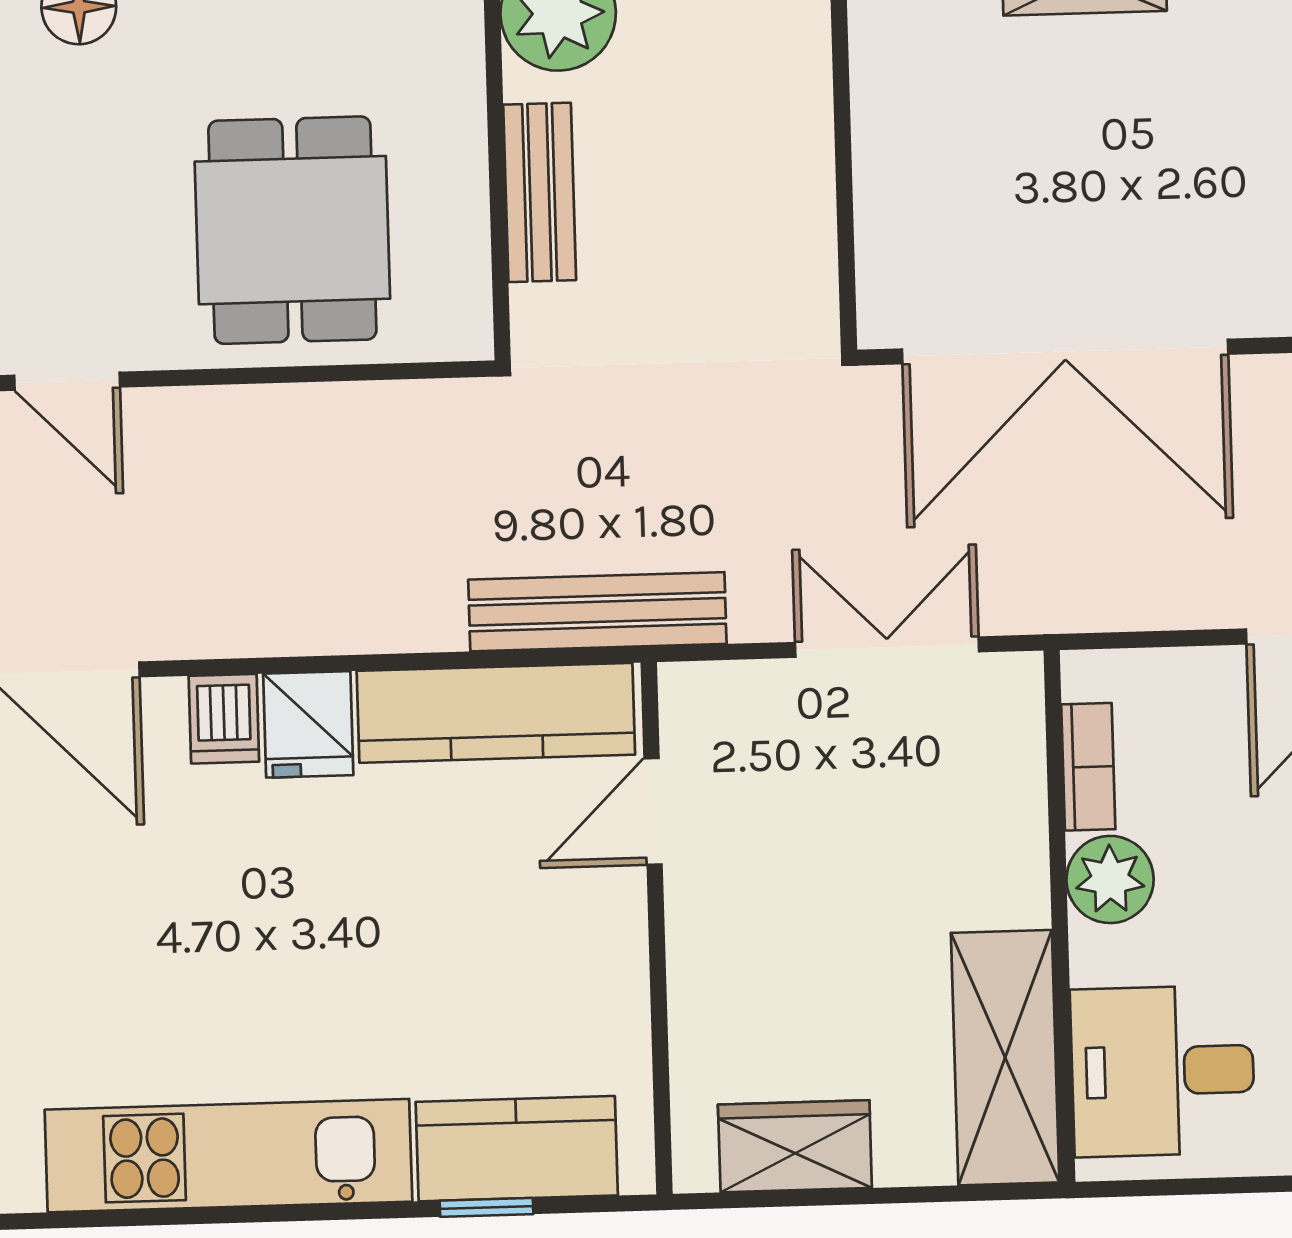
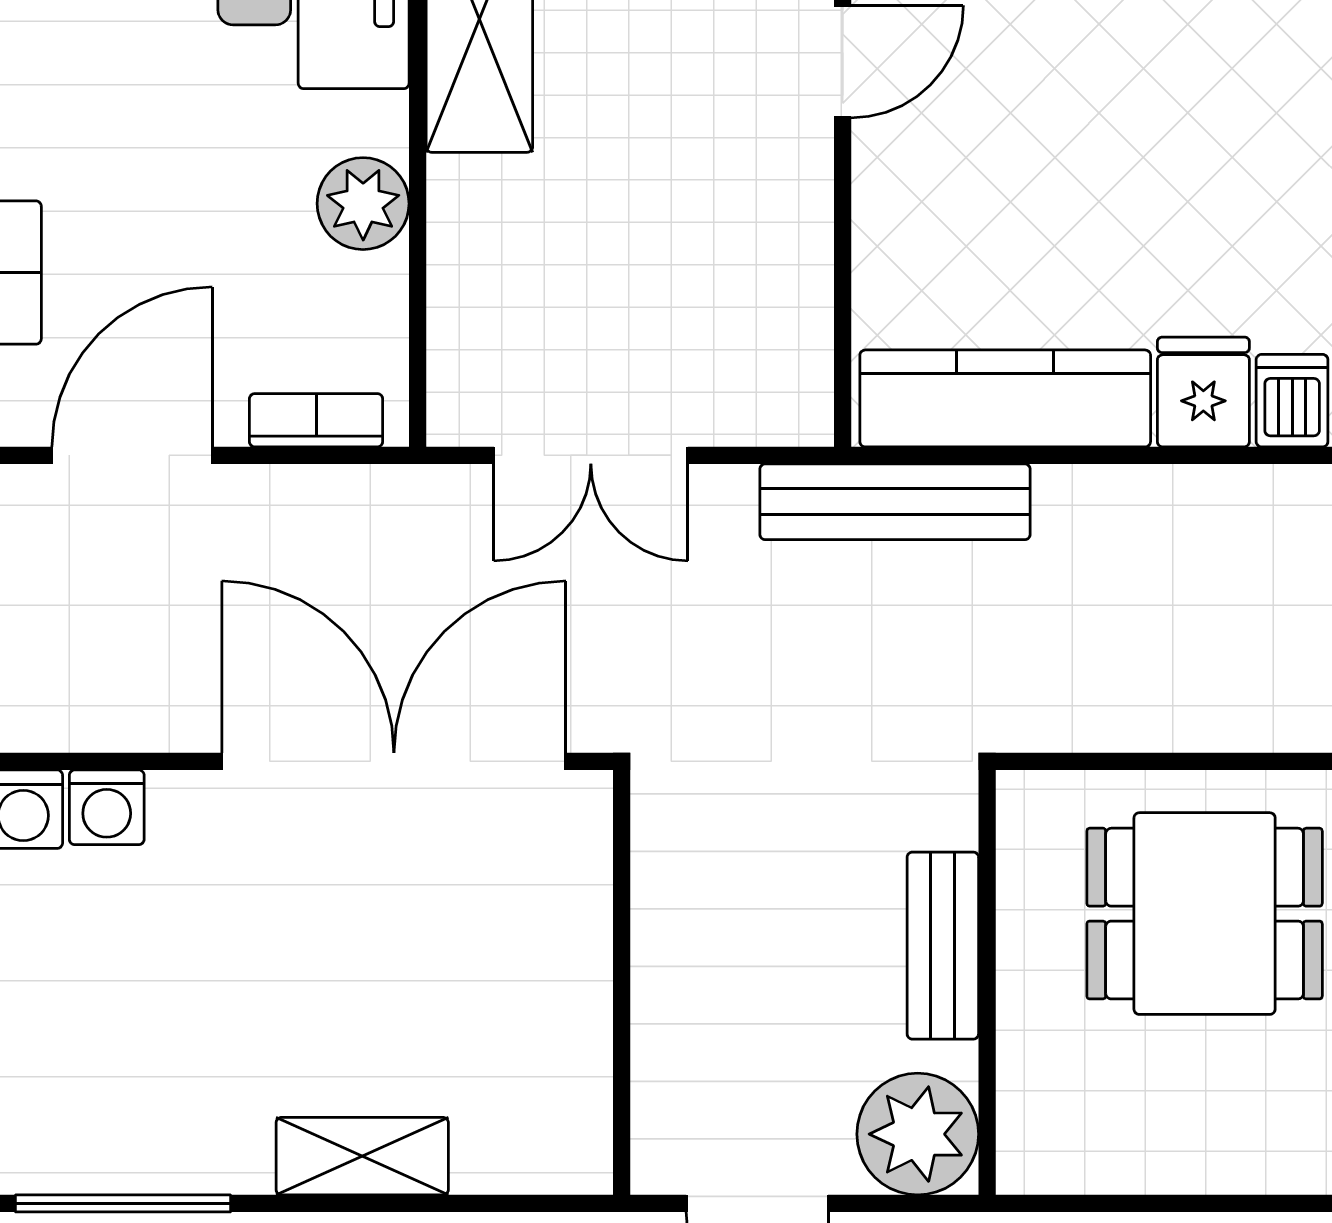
dining table: (292, 230) -> (1205, 914), turned 90
bookcase: (1088, 767) -> (316, 420), moved, turned 90
door: (653, 811) -> (843, 62), moved

